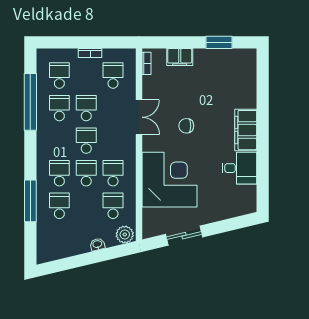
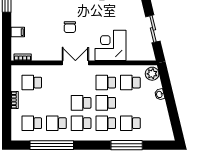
filing cabinet: (180, 57) -> (18, 32), width x0.50
school desk: (86, 108) -> (81, 123), moved
double door: (139, 117) -> (75, 63), moved
corner desk: (169, 180) -> (111, 45), width x0.74, depth x0.74

